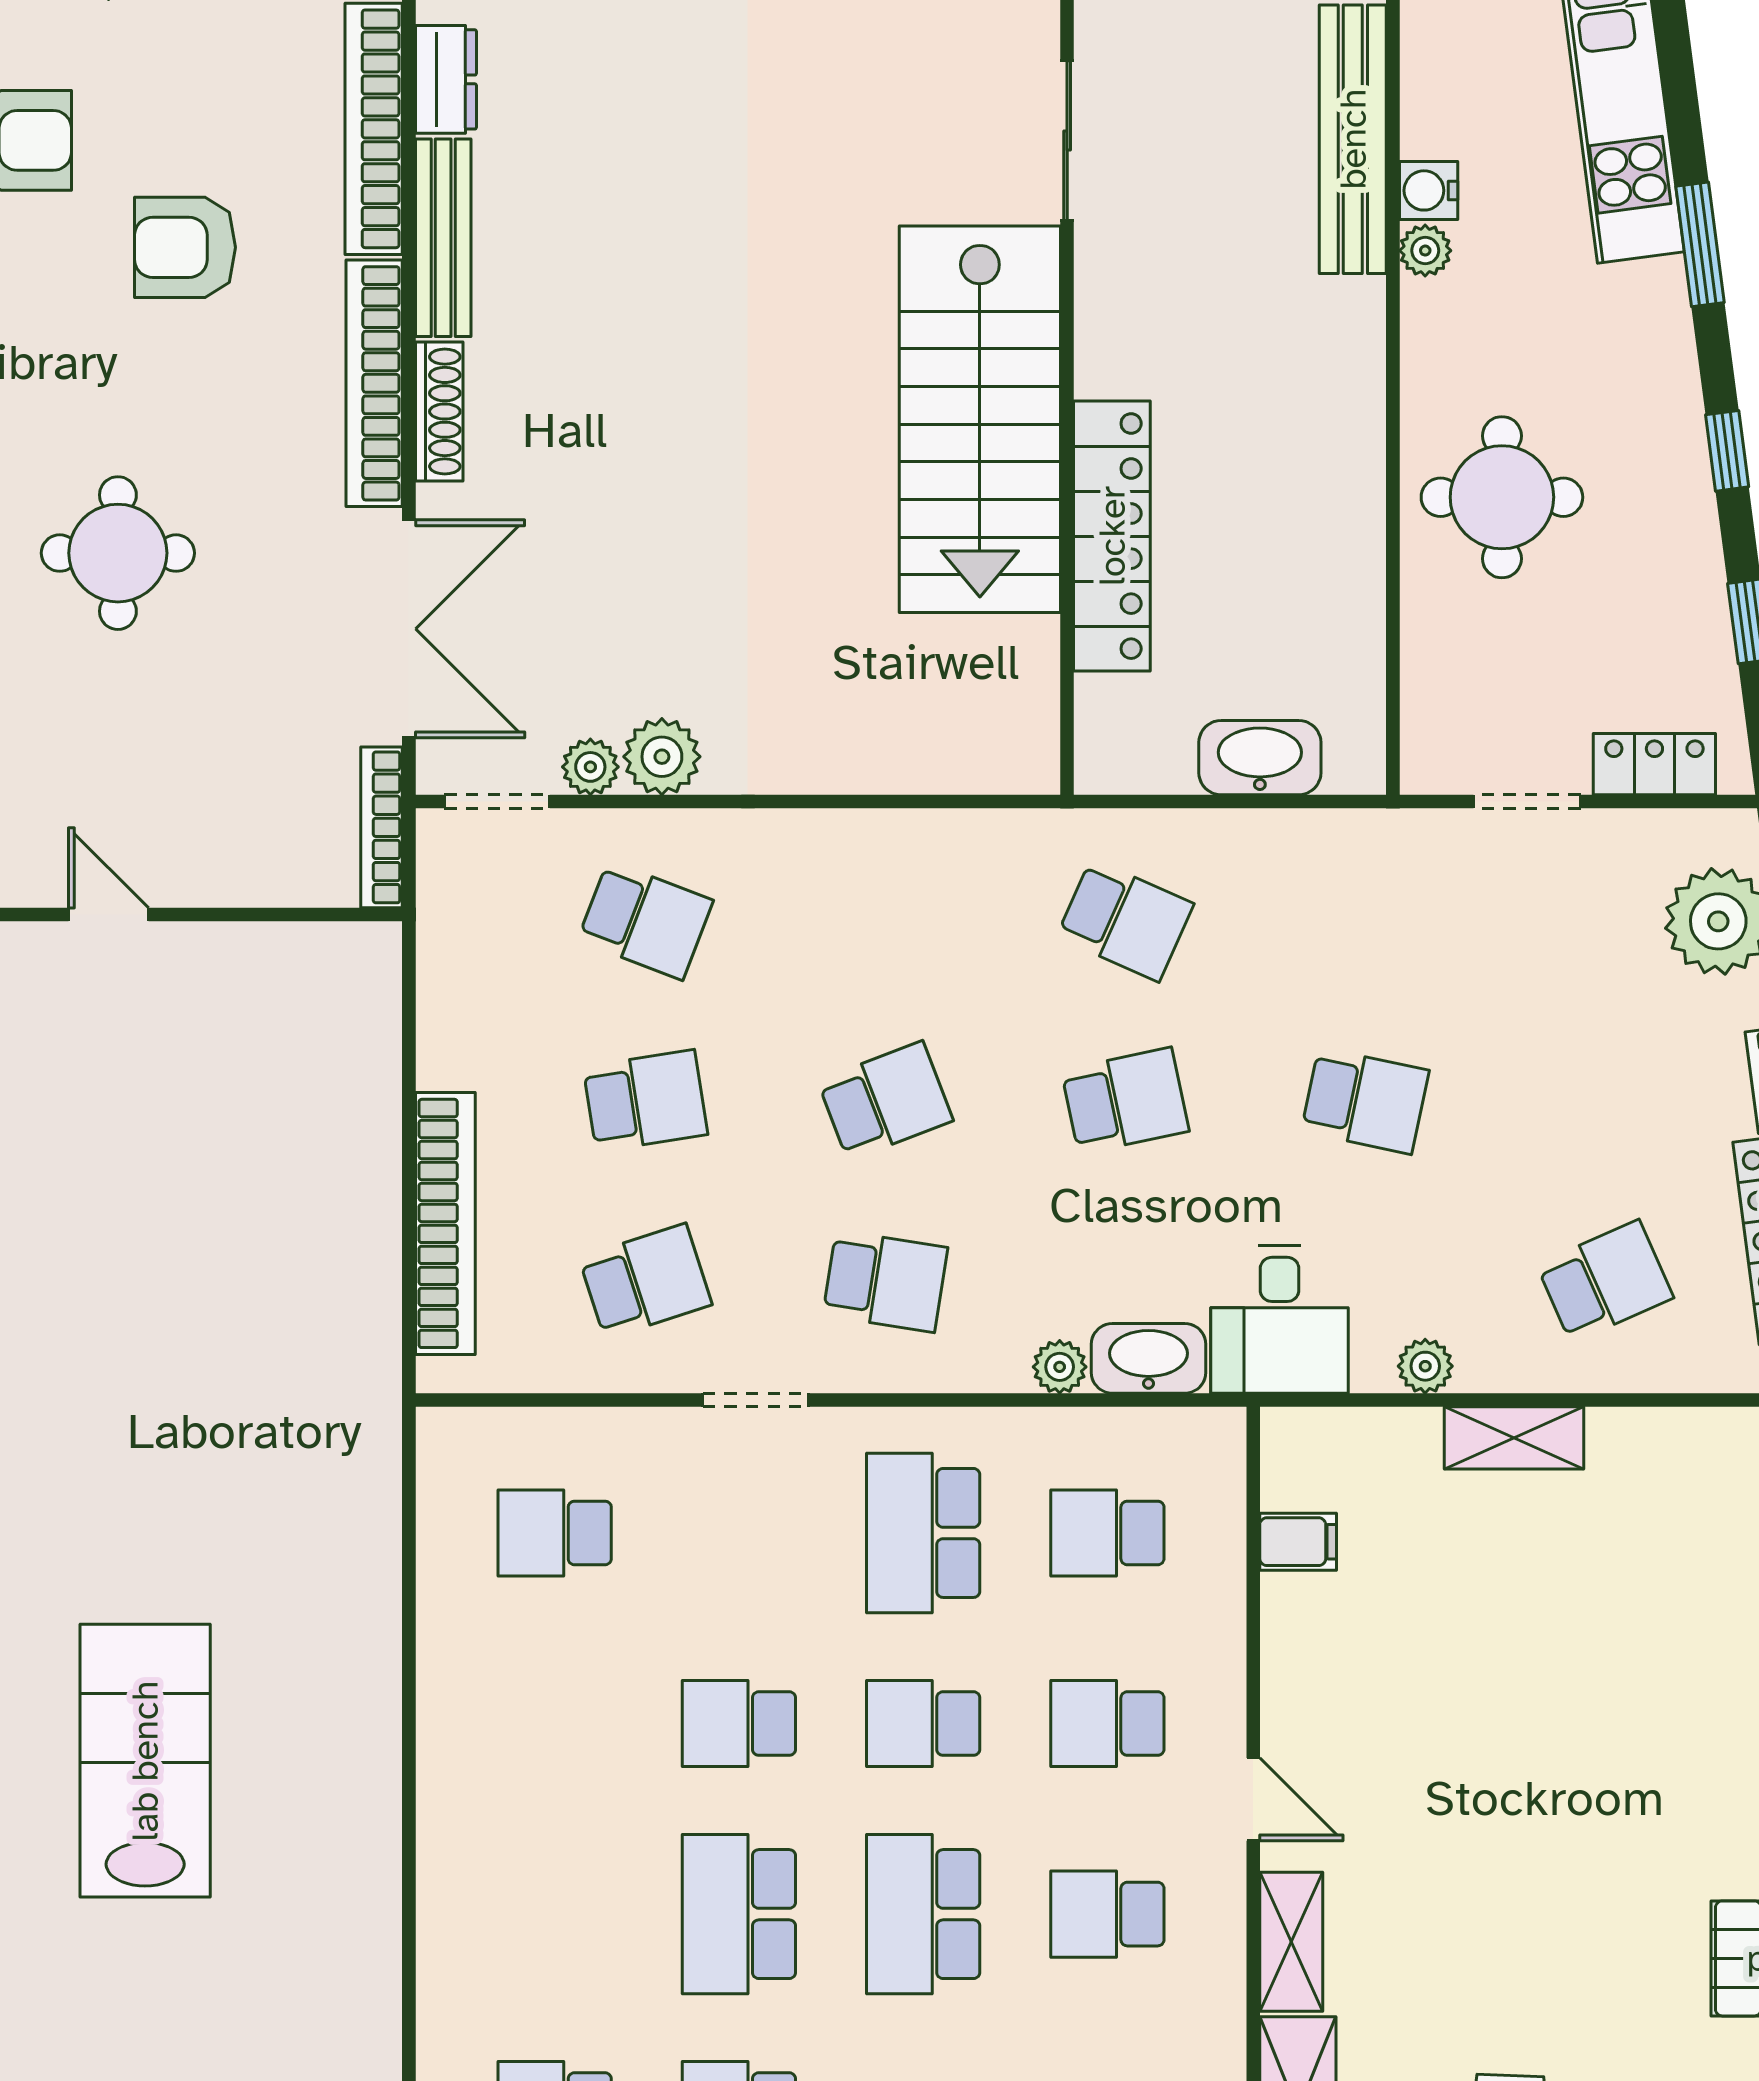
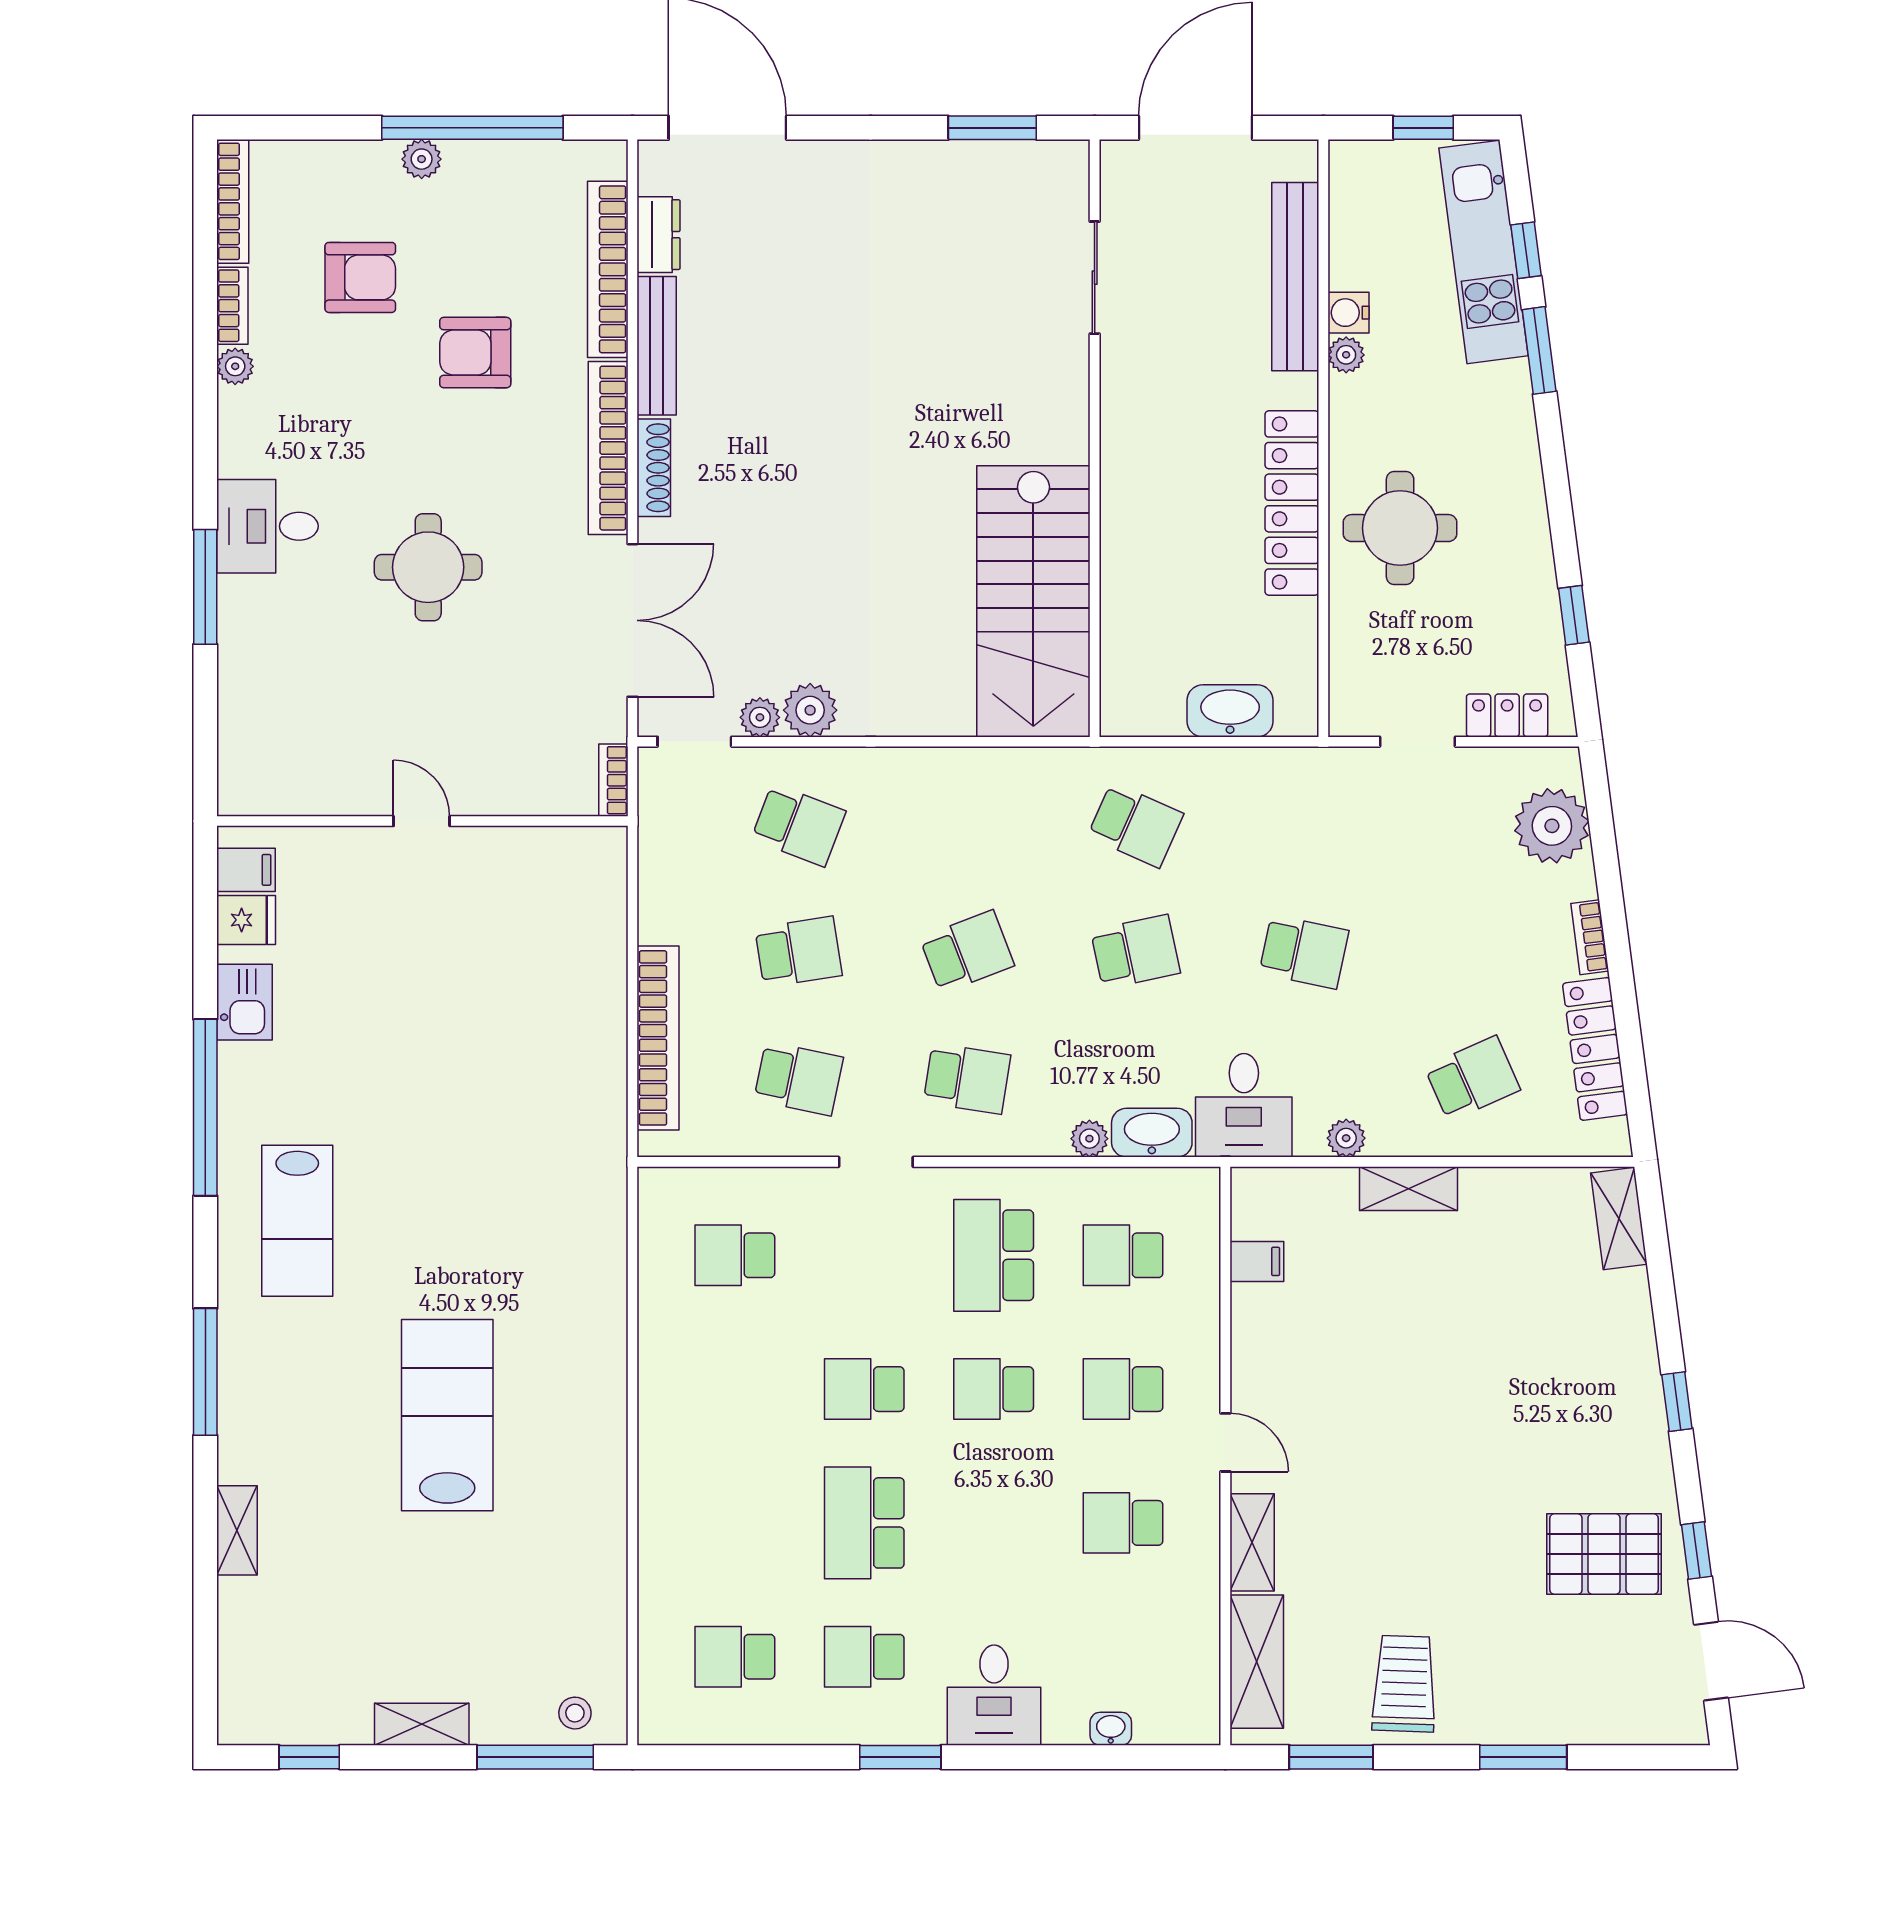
stairs: (980, 419) -> (1033, 601), moved
window: (1727, 451) -> (1526, 250), moved
locker: (1112, 536) -> (1292, 503), moved, turned 180
bookcase: (382, 827) -> (613, 780), width x0.64
school desk: (645, 1281) -> (799, 1079), turned 30
school desk: (923, 1914) -> (994, 1523), removed

